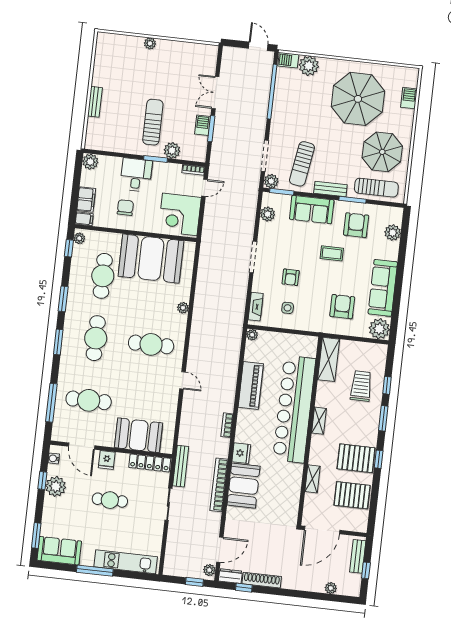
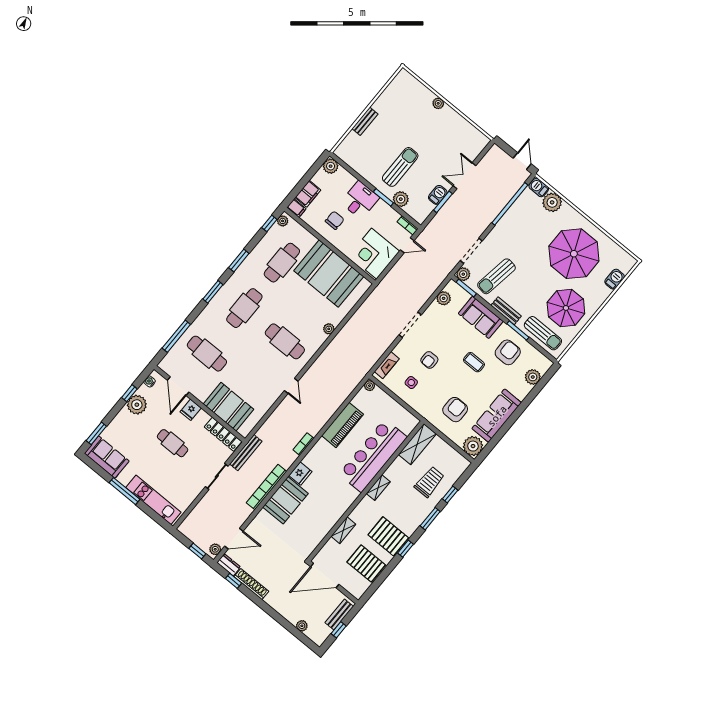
bar counter: (294, 409) -> (373, 456), width x0.73

